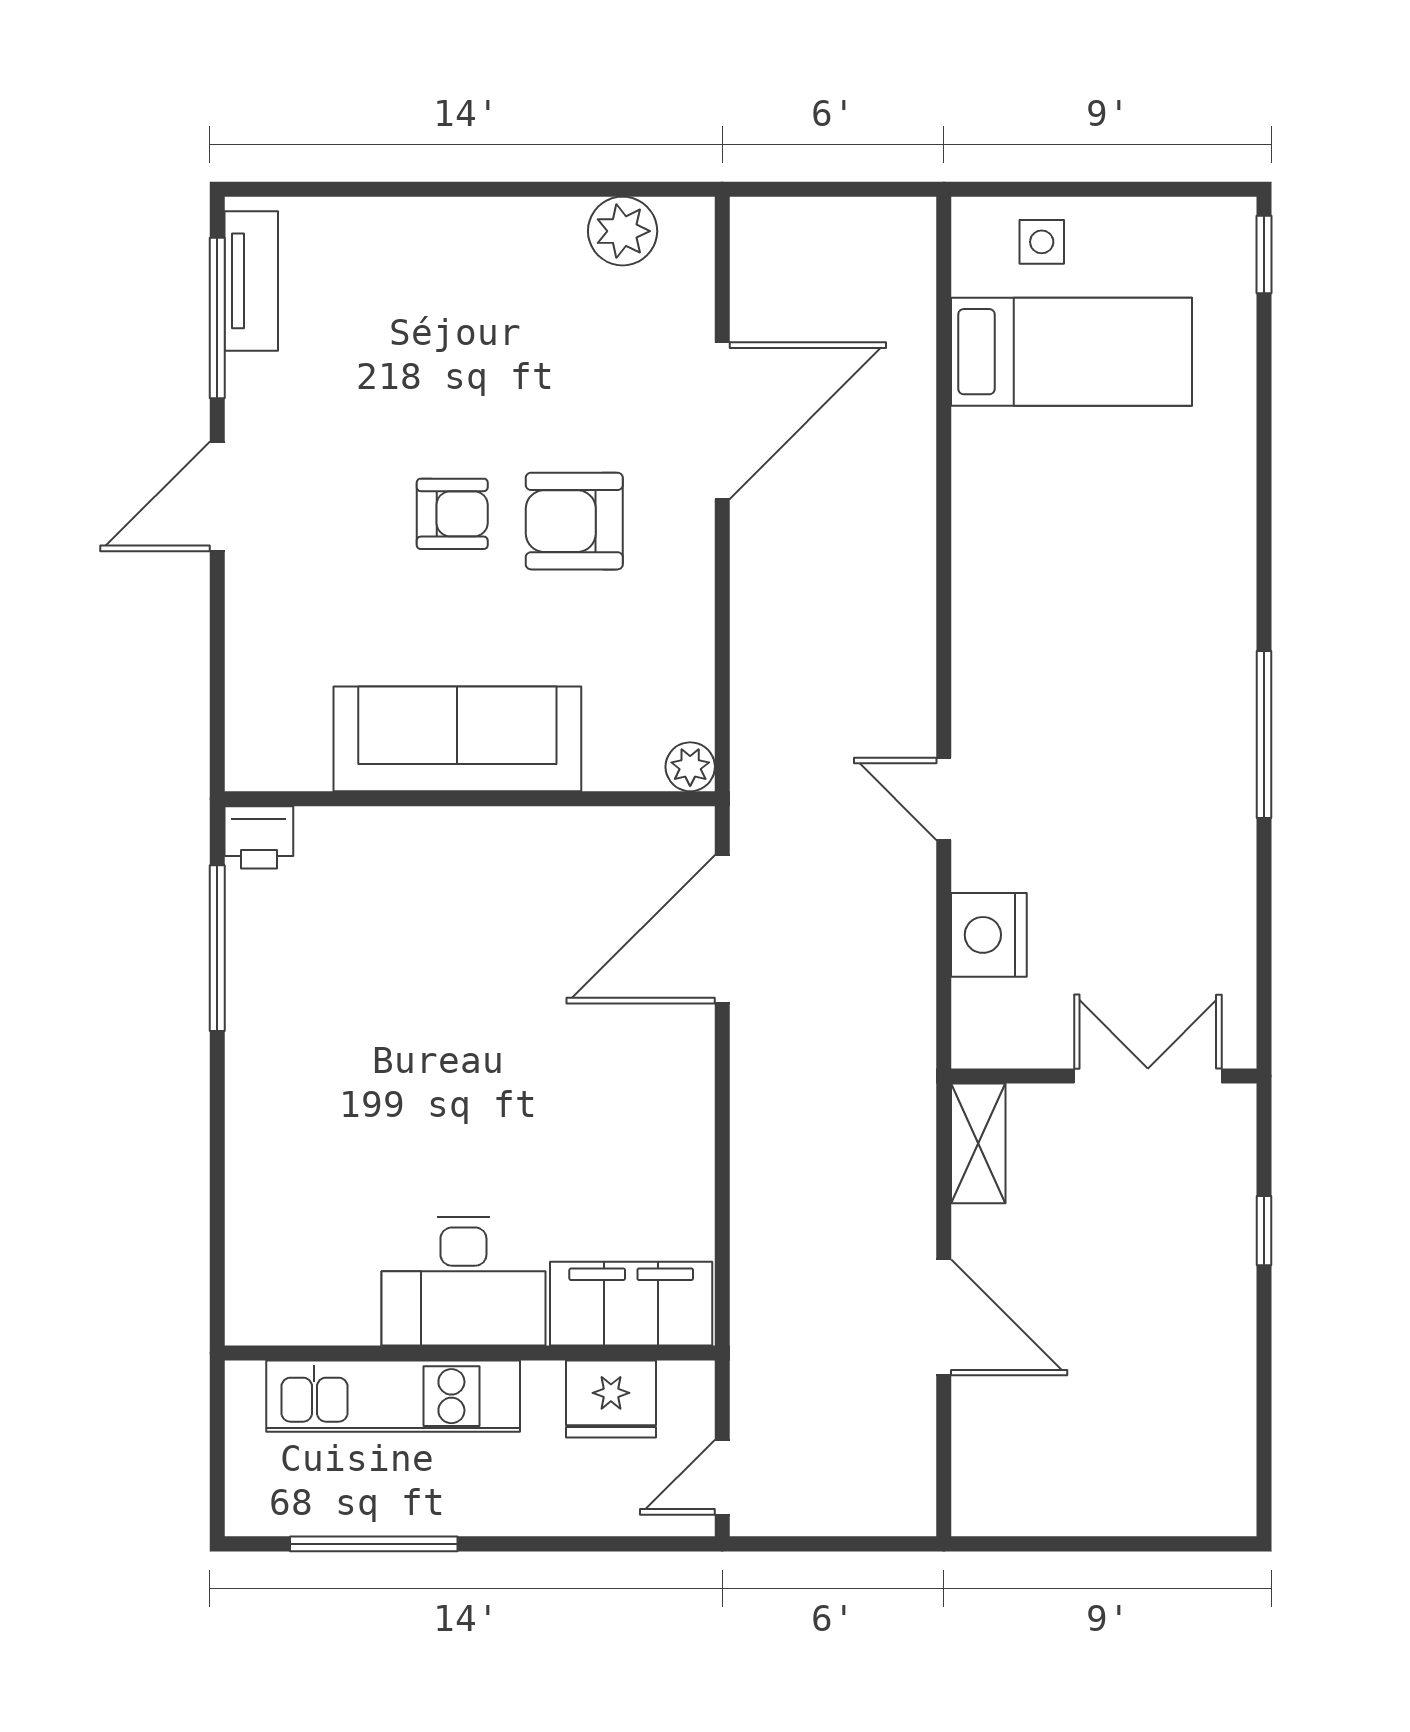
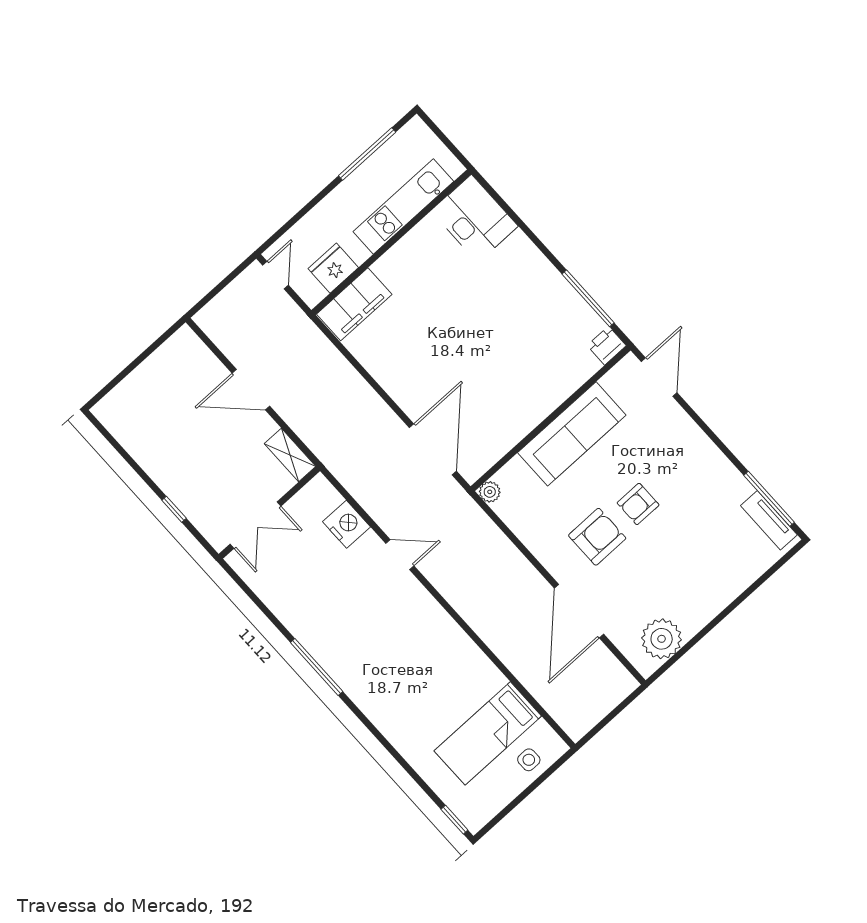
plant: (623, 231) -> (662, 639), width x1.36, depth x1.36
door: (217, 496) -> (659, 377), moved
desk: (463, 1281) -> (475, 219), moved, turned 90

